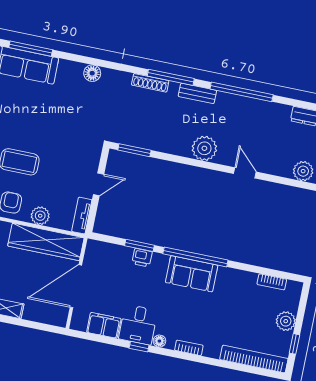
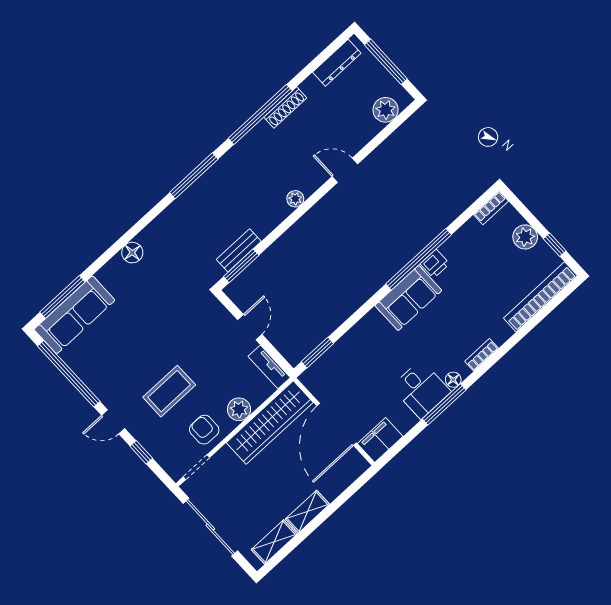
shoe rack: (150, 83) -> (285, 108), moved
bench: (197, 93) -> (239, 250), moved
plant: (204, 148) -> (295, 199), width x0.53, depth x0.53
window: (139, 245) -> (317, 353), moved
window: (195, 257) -> (419, 259), moved
printer: (142, 258) -> (435, 264), moved
bookcase: (272, 282) -> (491, 208), moved
filing cabinet: (104, 325) -> (380, 440), moved
window: (139, 347) -> (444, 404), width x2.17

